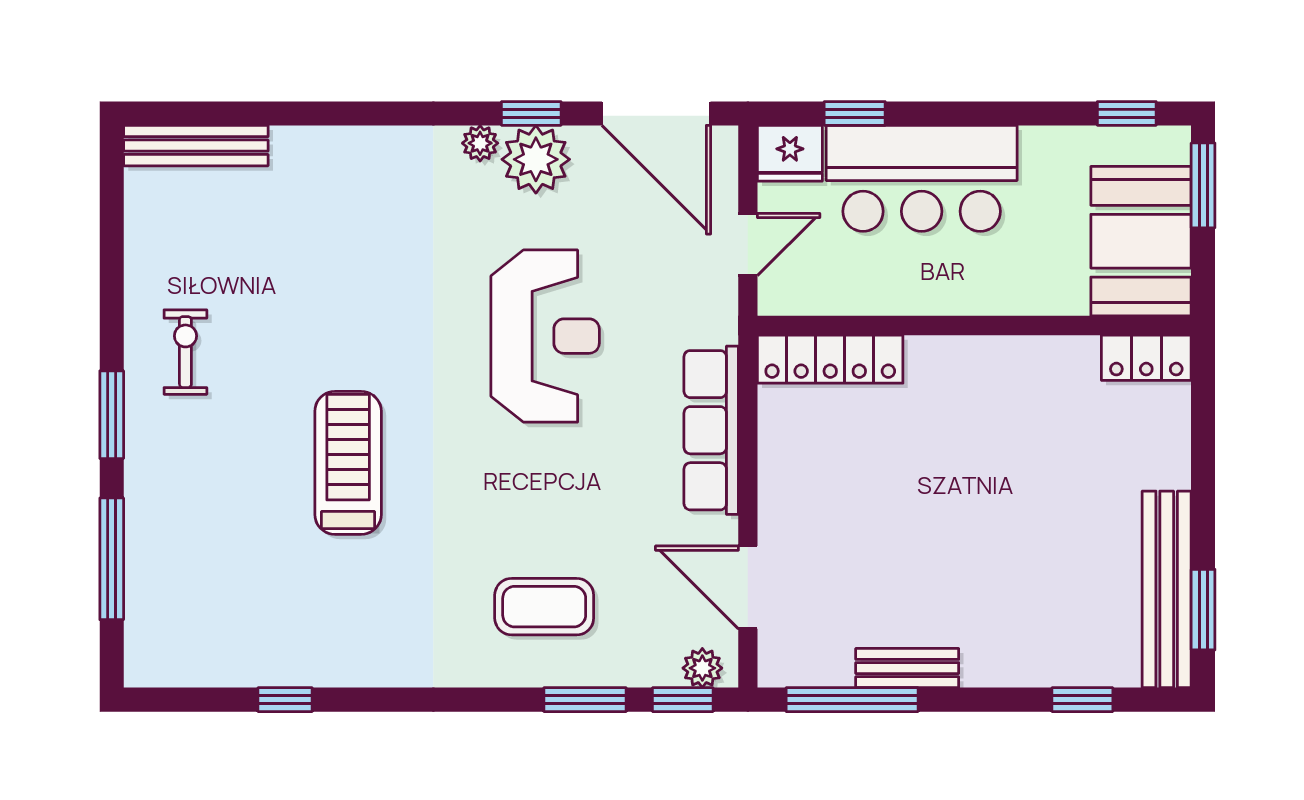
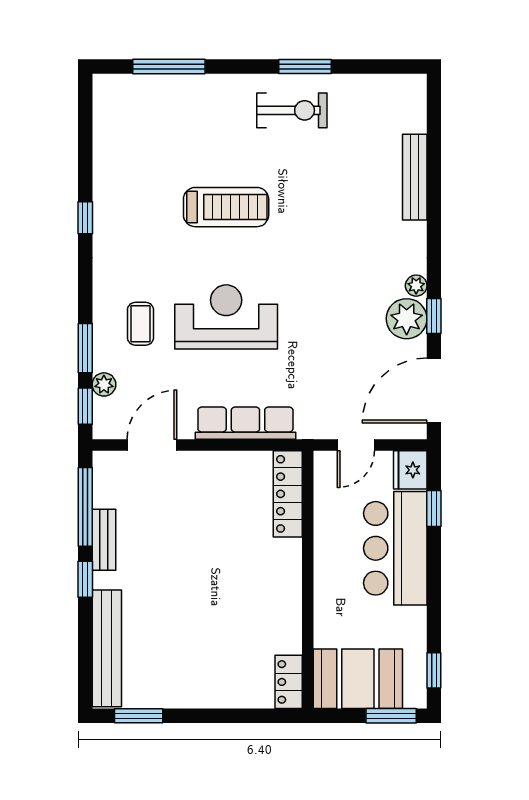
bench: (196, 146) -> (415, 177), moved
door: (748, 244) -> (356, 445), hinge flipped
reception desk: (545, 336) -> (226, 317), moved, turned 180
exercise bike: (185, 352) -> (292, 110), width x1.38, depth x1.39
window: (112, 415) -> (305, 66), moved
bench: (1167, 589) -> (107, 648), moved, turned 90
coffee table: (544, 607) -> (140, 324), width x0.73, depth x0.77
plant: (702, 668) -> (104, 384), moved
window: (285, 700) -> (85, 218), moved
window: (1082, 700) -> (85, 579), moved

